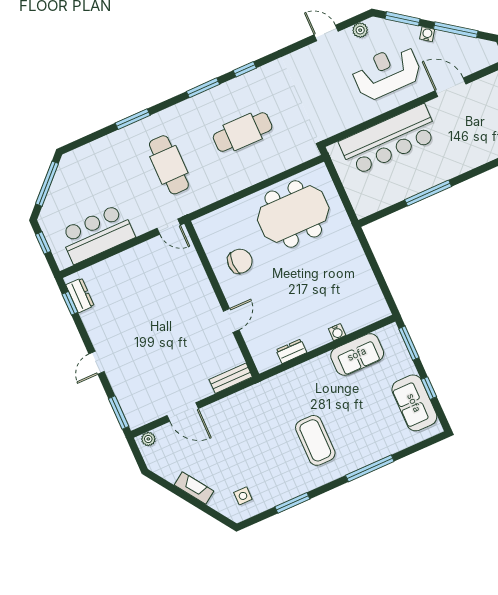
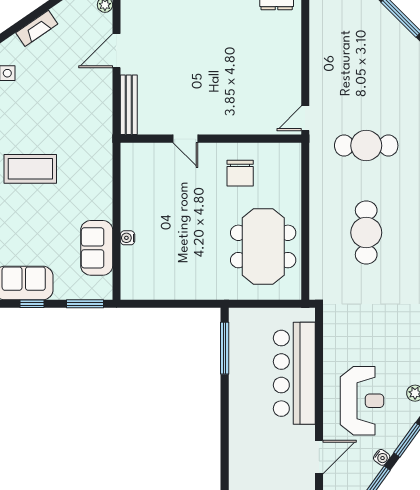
window: (428, 193) -> (225, 348), moved
bar counter: (97, 234) -> (330, 44), removed
dresser: (291, 351) -> (129, 184), removed
bench: (231, 378) -> (129, 105), width x1.36

